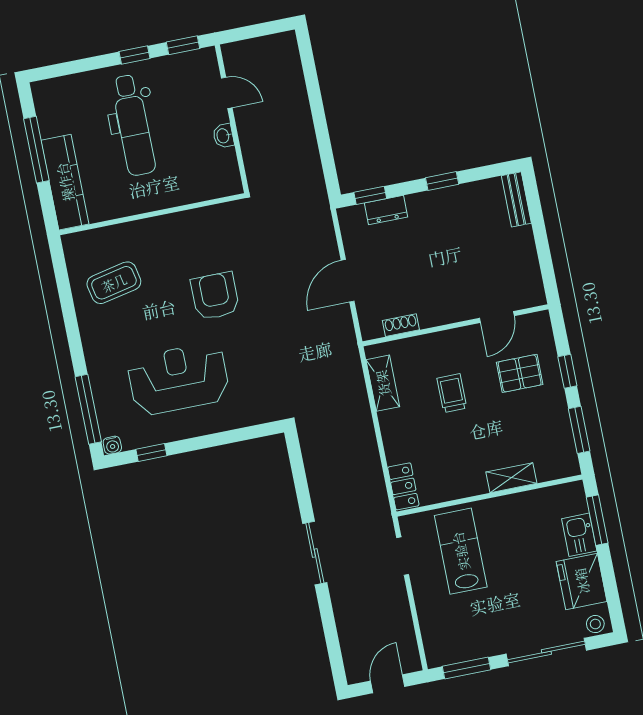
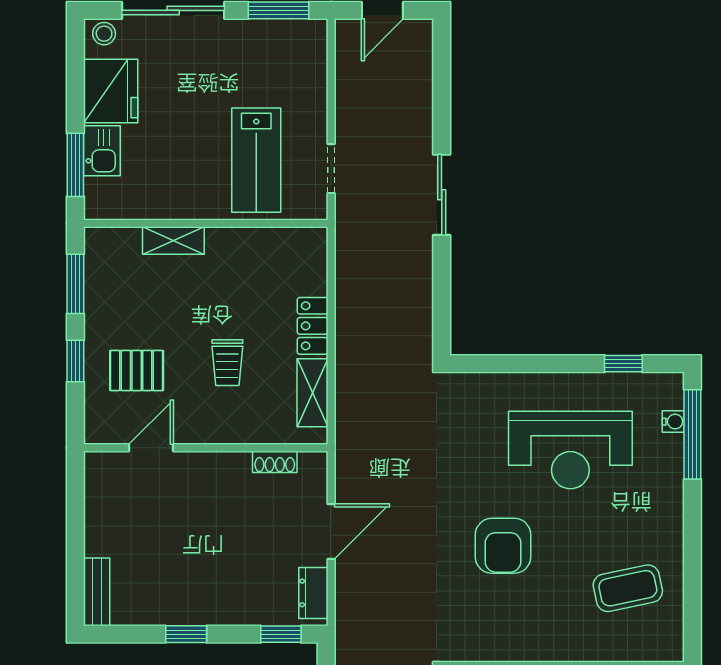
dresser: (386, 210) -> (313, 593), moved, turned -90
water cooler: (112, 445) -> (673, 422), moved, turned 90
locker: (403, 486) -> (313, 326), moved

